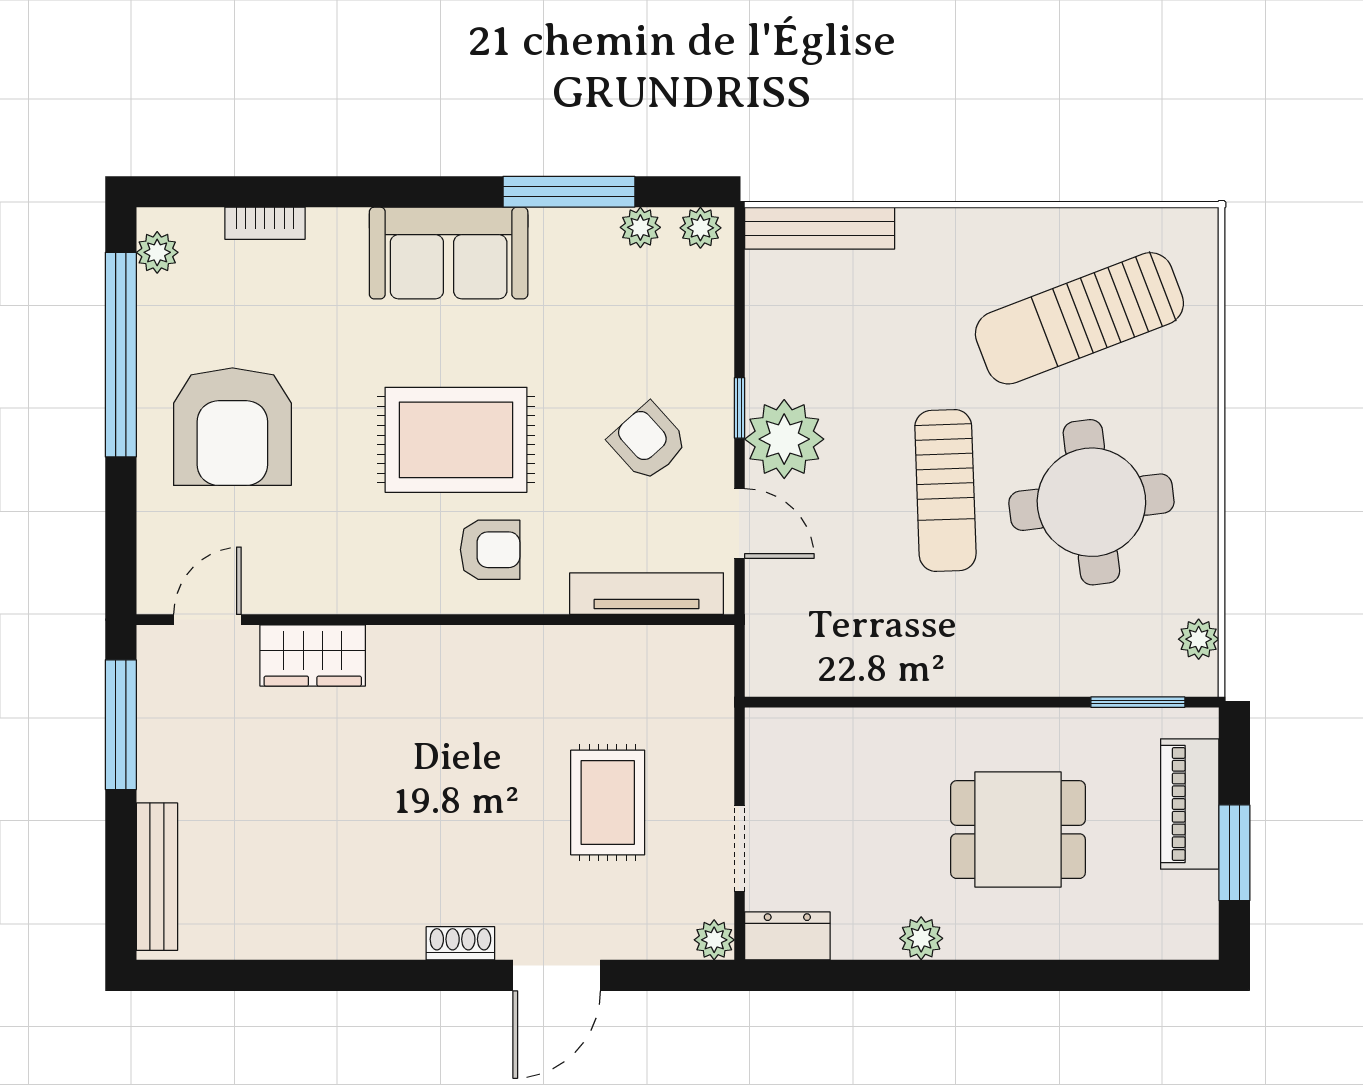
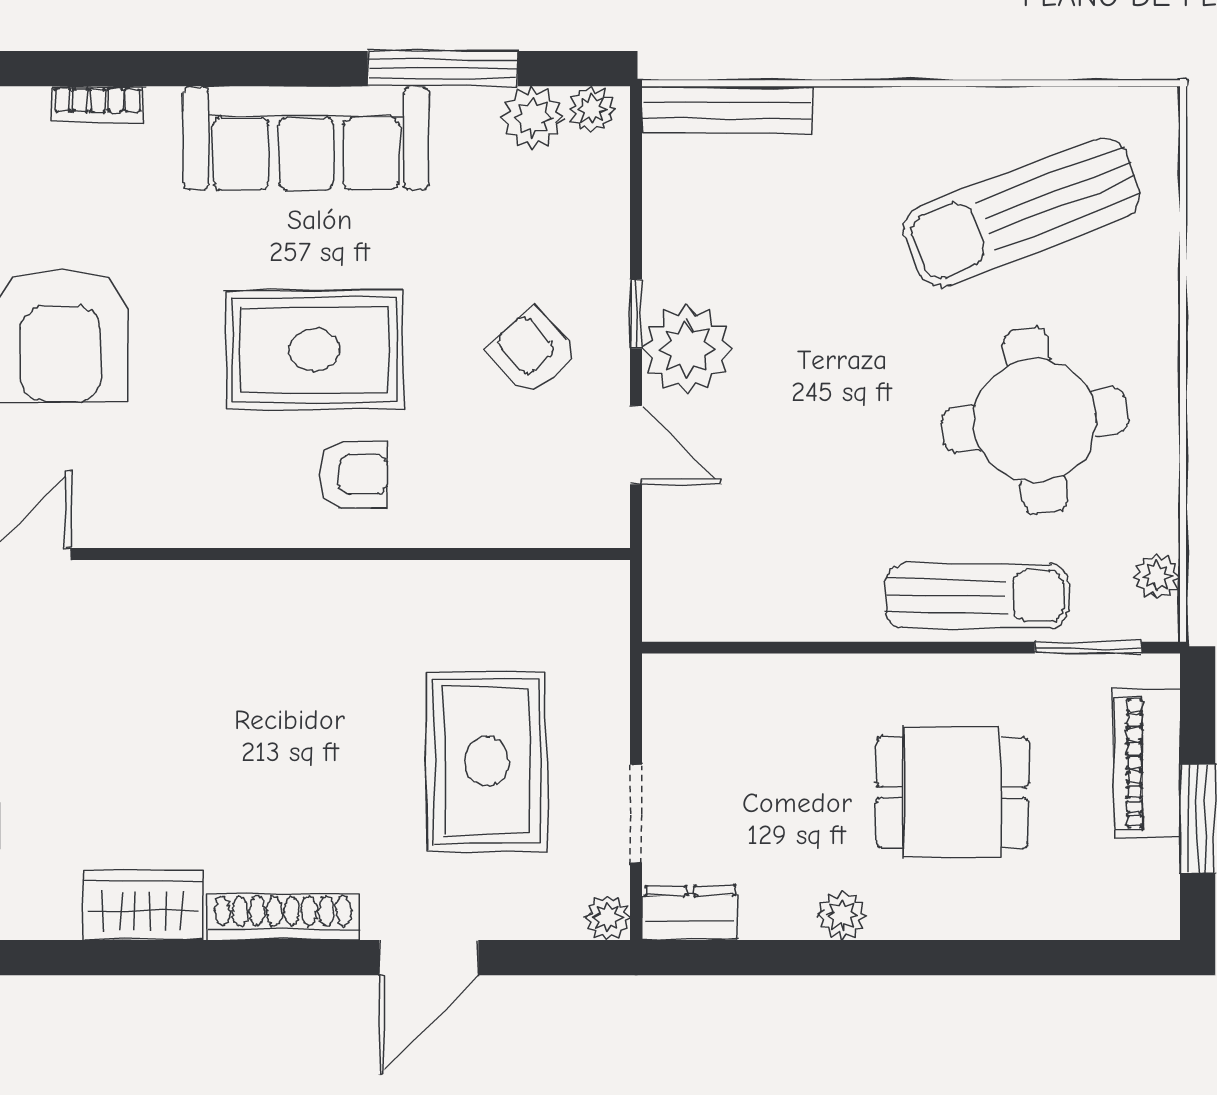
plant: (640, 227) -> (532, 118), width x1.38, depth x1.38
sofa: (449, 253) -> (306, 138), width x1.36
sun lounger: (945, 490) -> (977, 596), moved, turned -88
tv unit: (647, 594) -> (531, 525), removed
wardrobe: (313, 655) -> (143, 905), moved, turned 180
rug: (608, 803) -> (487, 762), width x1.36, depth x1.43
shoe rack: (460, 943) -> (283, 917), width x1.94, depth x1.24

